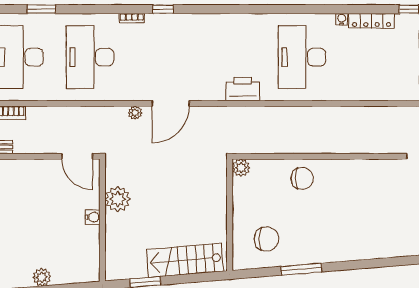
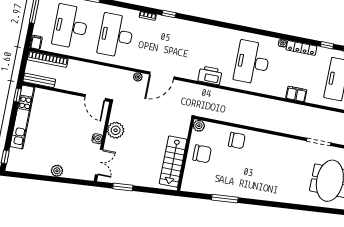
filing cabinet: (377, 91) -> (296, 94), added
chair: (266, 239) -> (202, 154), moved
double door: (102, 252) -> (99, 162), added
stairs: (185, 260) -> (173, 162), moved, turned -85

